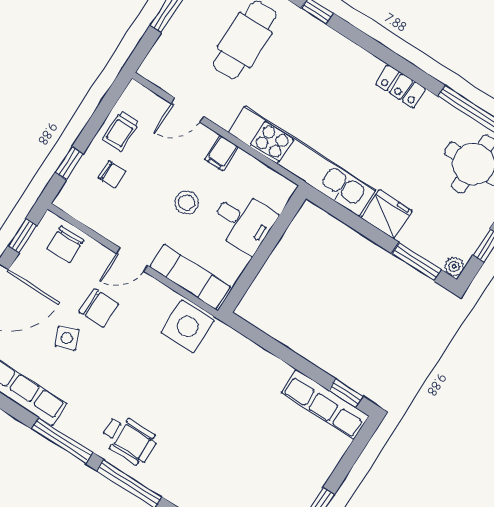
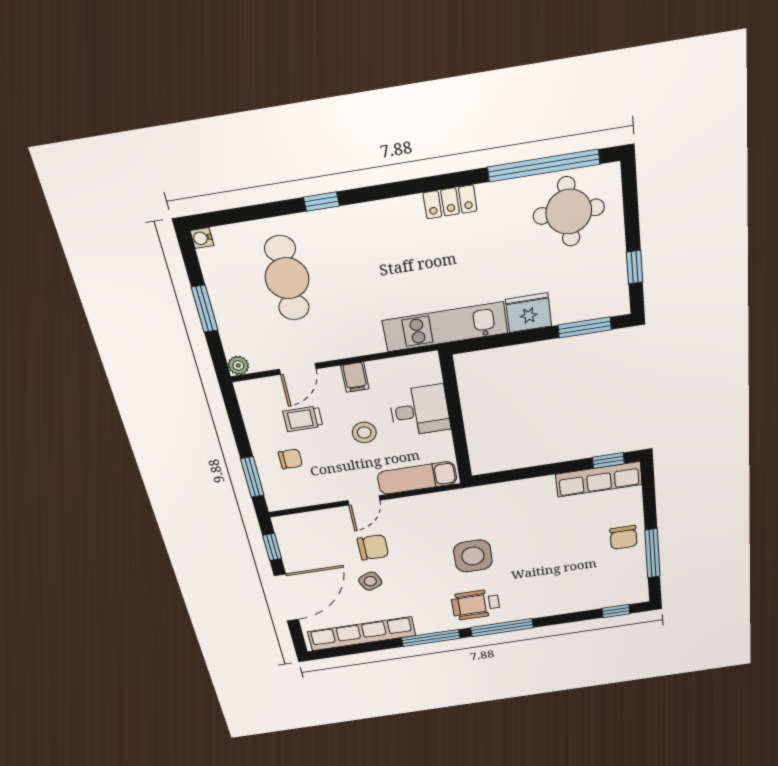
trolley: (121, 131) -> (303, 419), moved, turned 90
kitchen unit: (302, 161) -> (445, 327), width x0.73
window: (69, 163) -> (252, 477), width x1.50
chair: (65, 244) -> (624, 537), moved
plant: (454, 266) -> (238, 365), moved
side table: (188, 326) -> (473, 556), moved
wheelchair: (129, 439) -> (476, 604), turned 180

